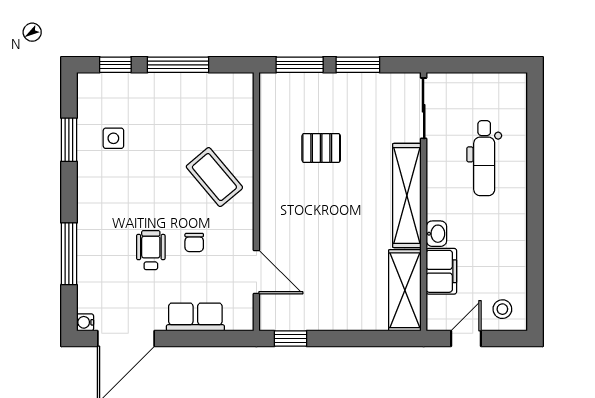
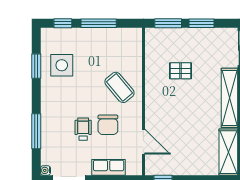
side table: (113, 138) -> (62, 65), width x1.87, depth x1.87
chair: (194, 243) -> (108, 125), width x1.87, depth x1.87

